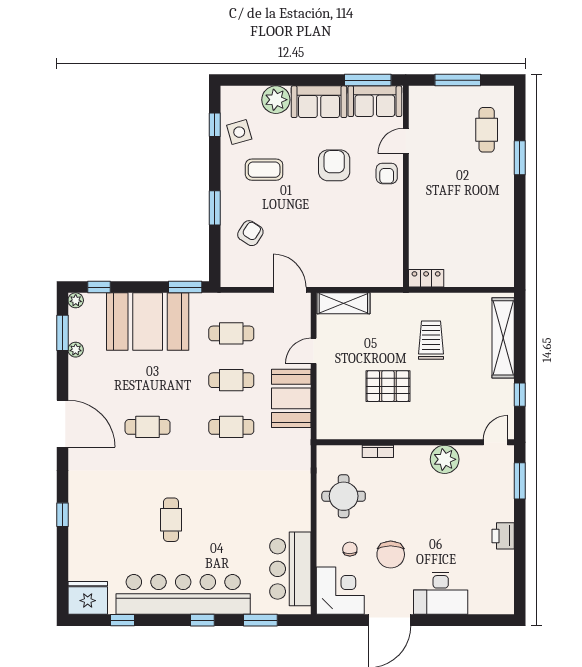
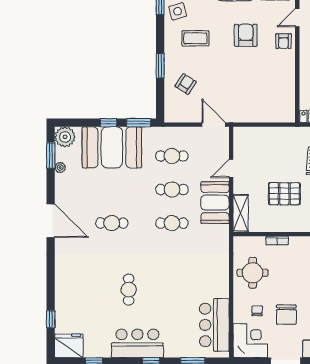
window: (99, 287) -> (108, 123), moved
plant: (76, 300) -> (65, 137), width x1.87, depth x1.87
shelving: (343, 303) -> (241, 213), moved, turned 90
window: (62, 515) -> (51, 319), moved
bar counter: (183, 594) -> (137, 343), width x0.54

